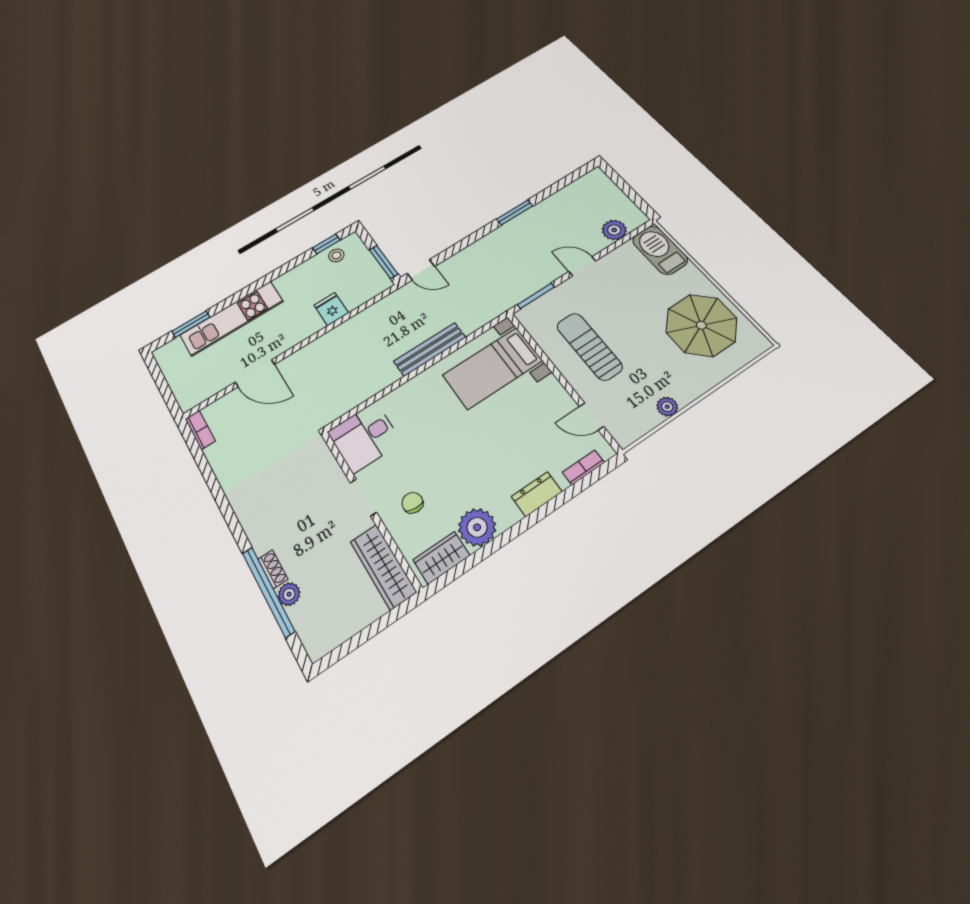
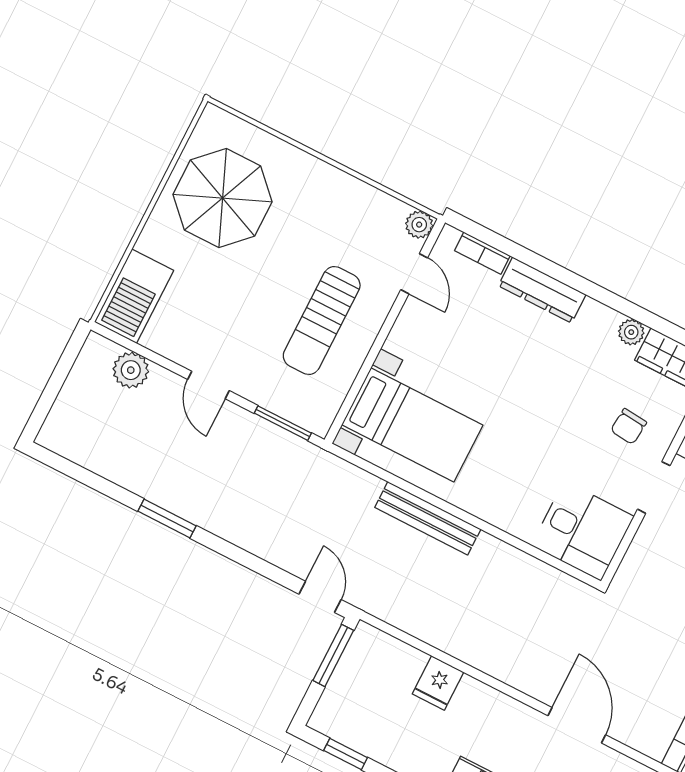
stool: (336, 255) -> (356, 728), removed
plant: (667, 407) -> (419, 225), moved
dresser: (537, 494) -> (542, 290), width x1.44
plant: (477, 527) -> (631, 332), width x0.53, depth x0.53

